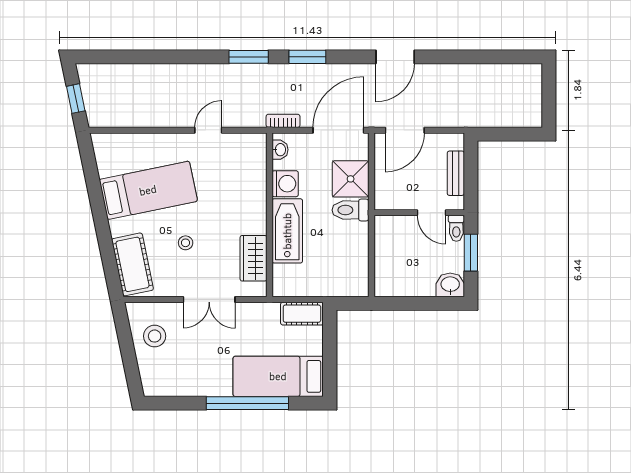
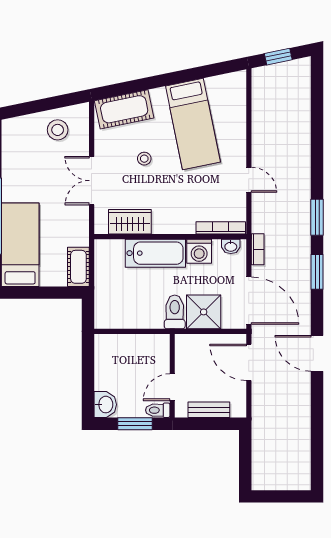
bookcase: (260, 160) -> (221, 228), added

